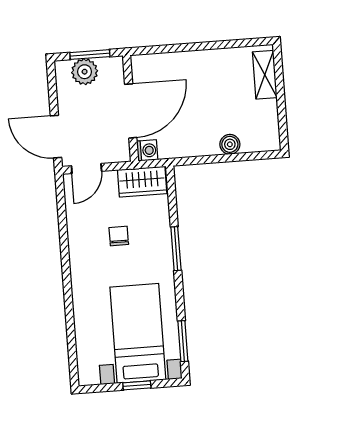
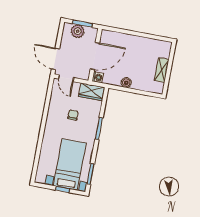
shelving: (265, 75) -> (162, 70), moved
boiler: (230, 144) -> (126, 83), moved
door: (86, 169) -> (66, 78), hinge flipped

